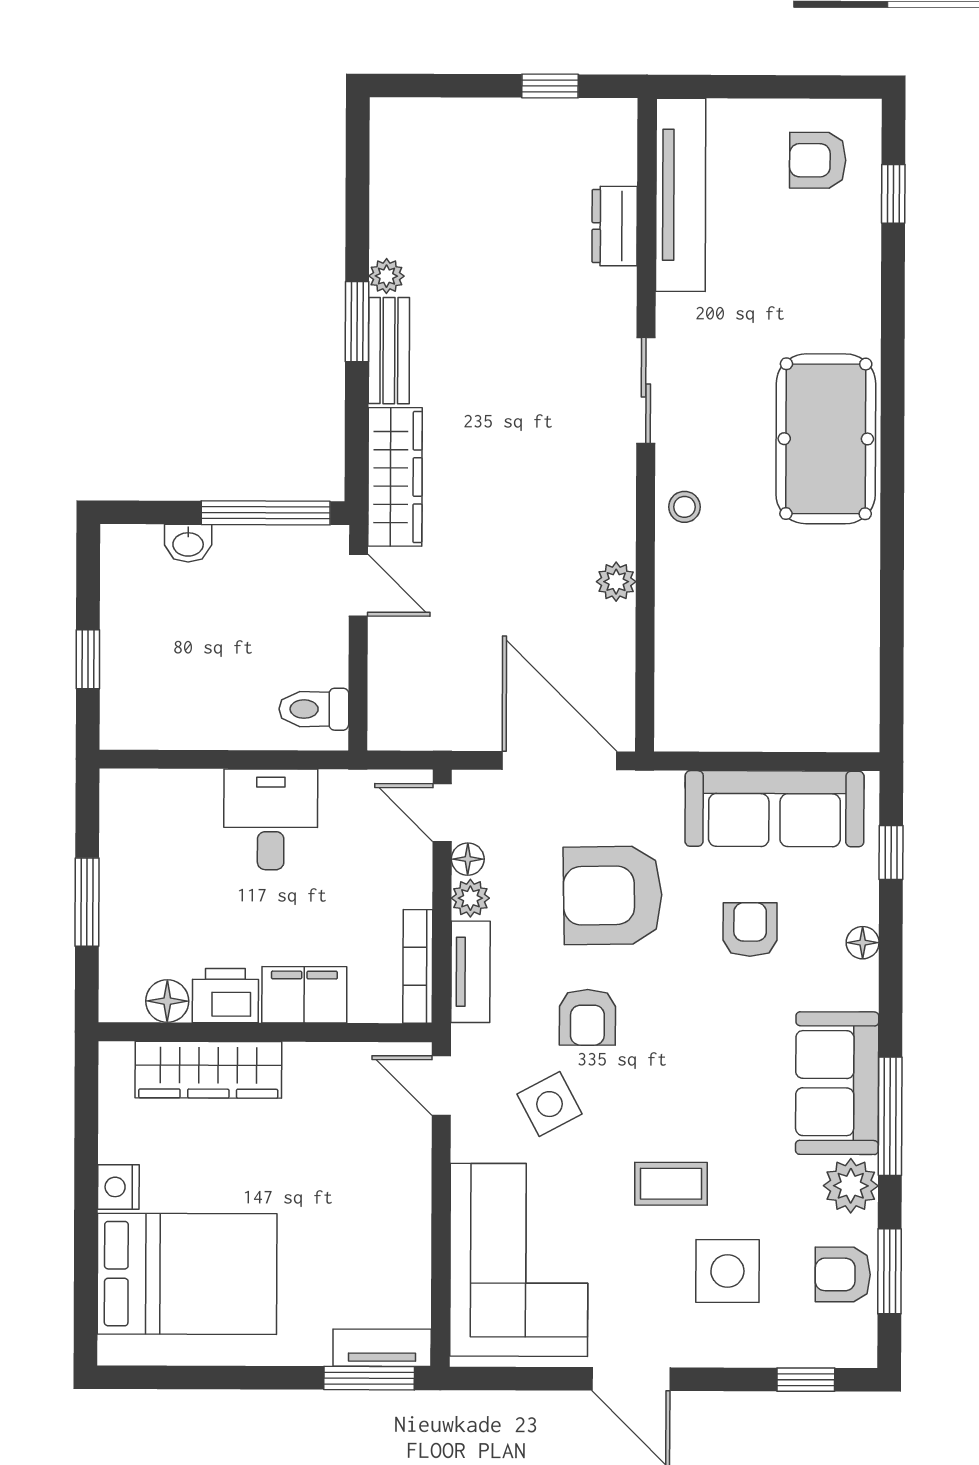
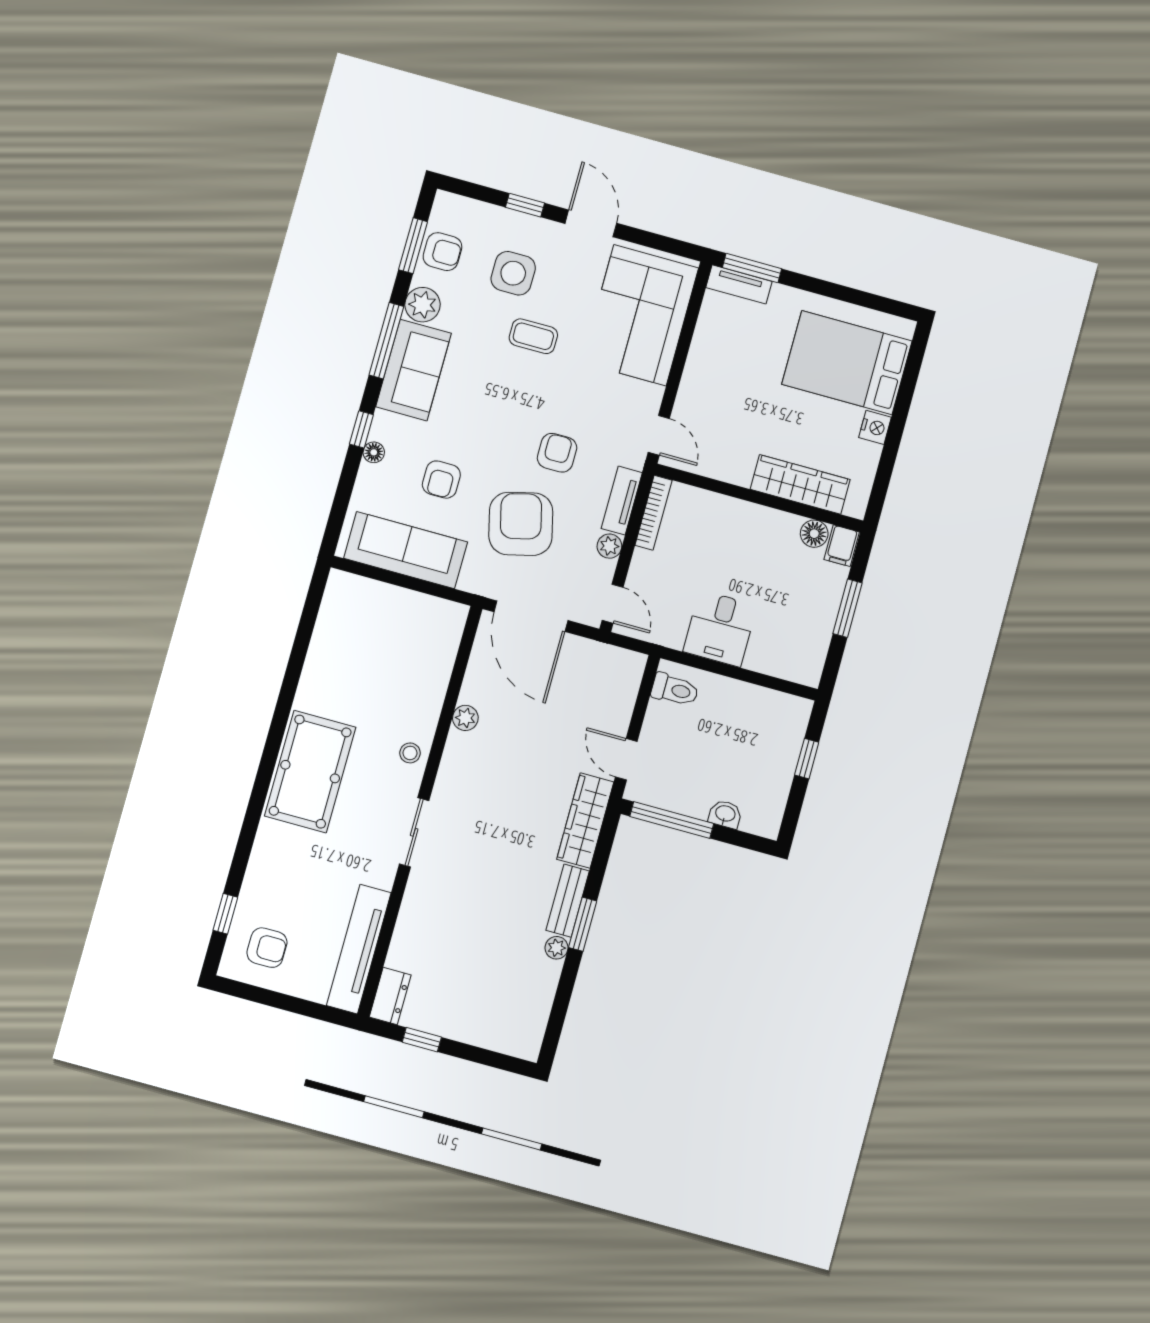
dresser: (615, 226) -> (390, 996), moved
window: (891, 852) -> (361, 429), moved
floor lamp: (468, 859) -> (605, 571), removed
armchair: (613, 895) -> (521, 524), turned -103
filing cabinet: (304, 995) -> (842, 546), moved, width x0.50
printer: (225, 996) -> (777, 527), removed
side table: (549, 1104) -> (595, 406), removed
window: (806, 1380) -> (525, 205), moved

